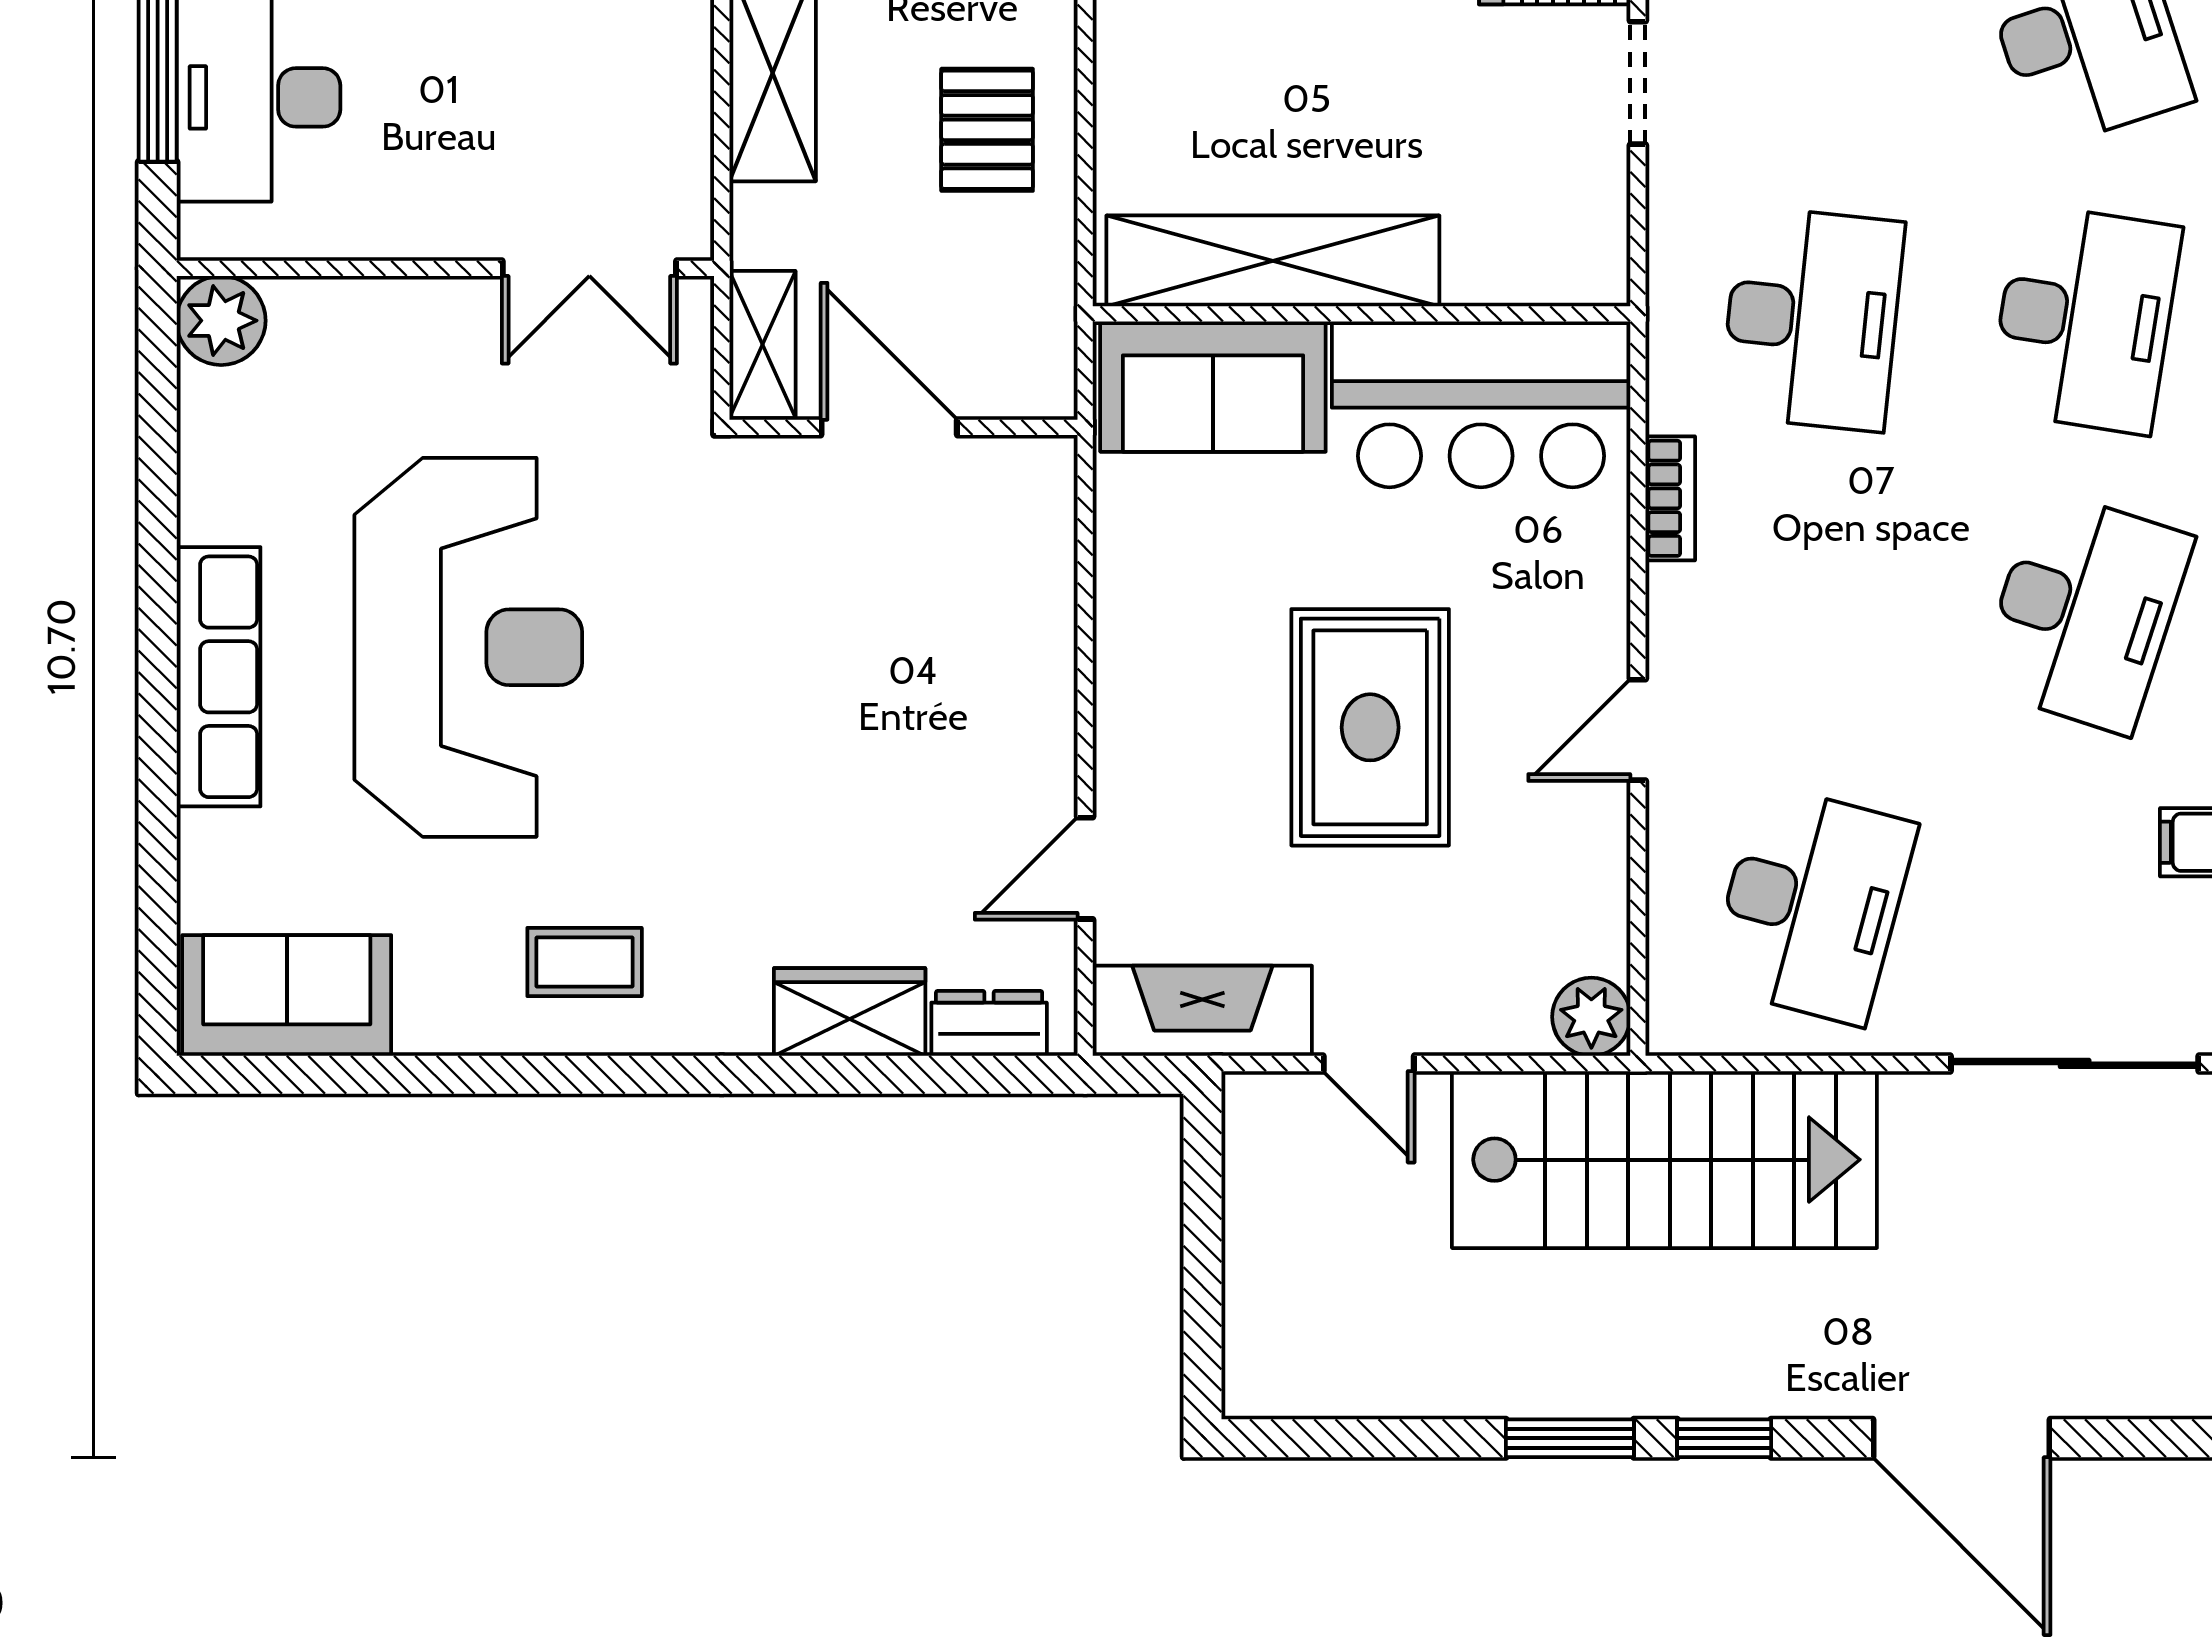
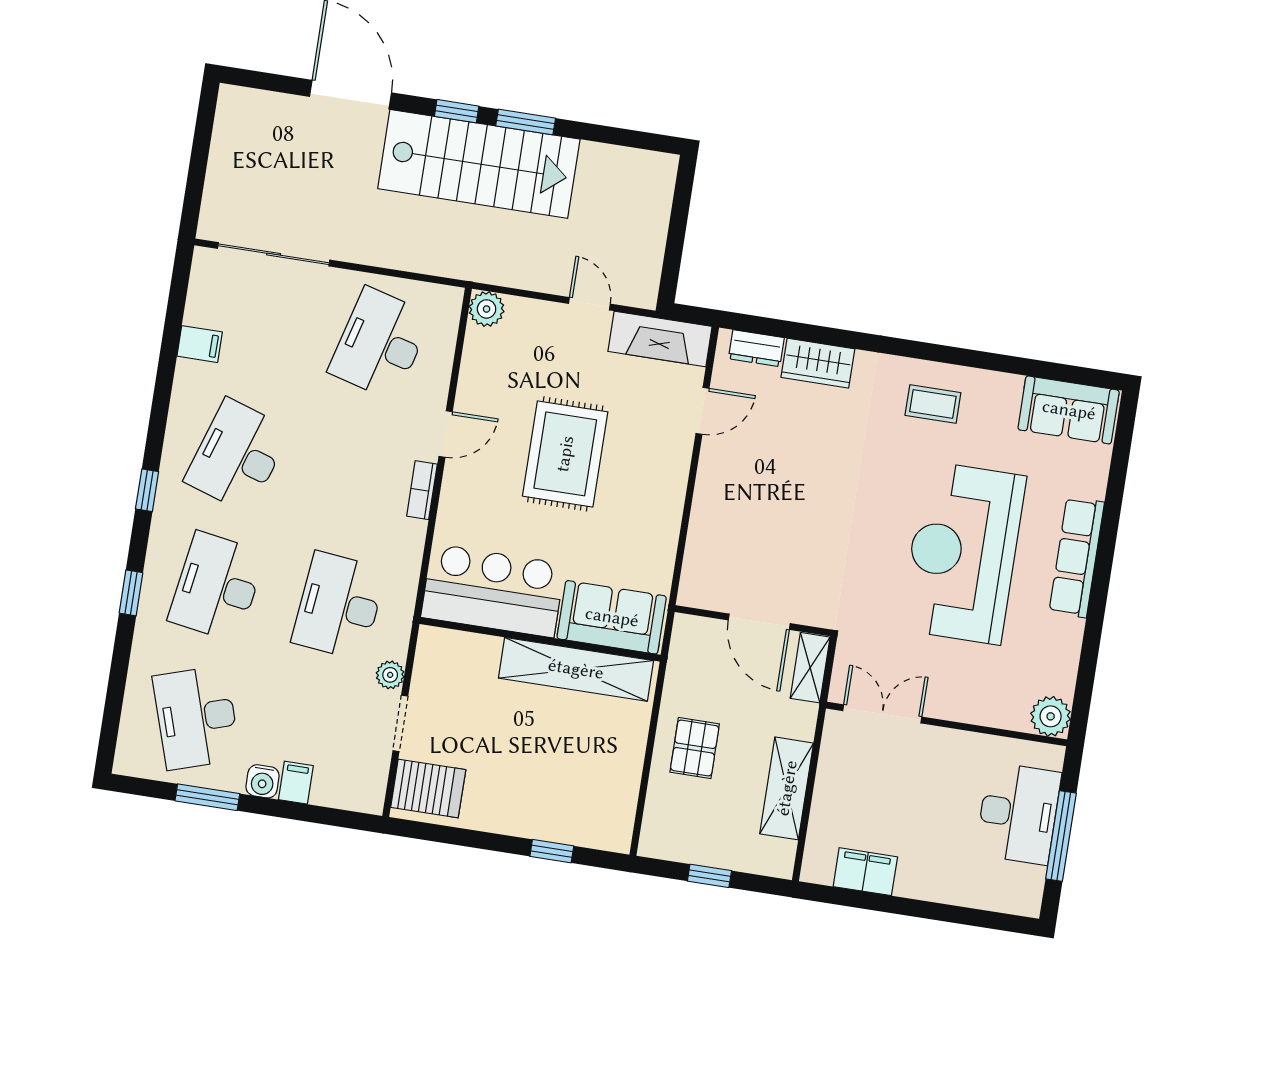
plant: (1677, 185) -> (390, 675), added
bookcase: (1670, 498) -> (422, 490), moved
stairs: (1664, 1160) -> (479, 164), moved, turned 180

